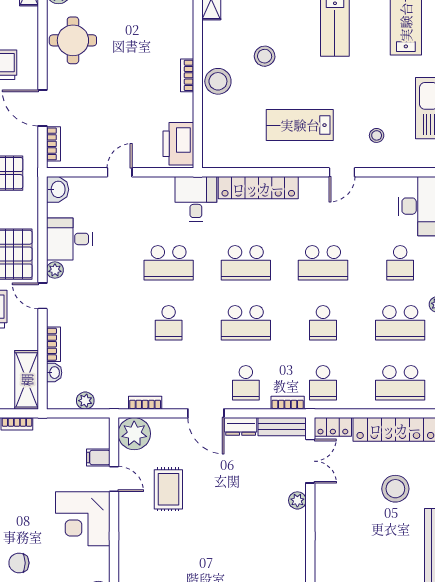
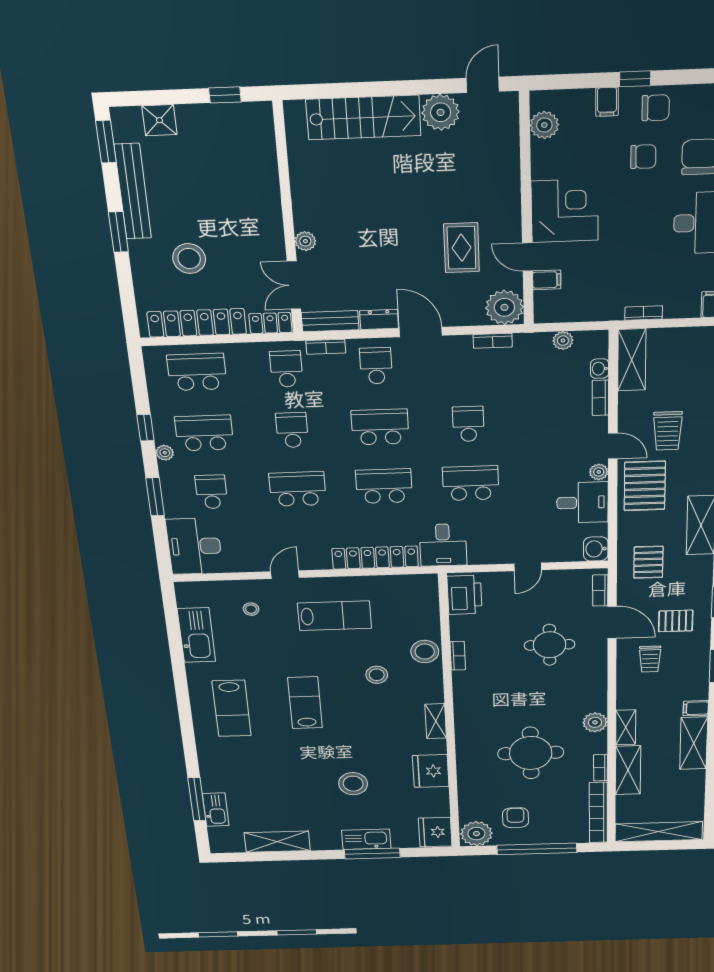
round table: (73, 40) -> (550, 645), moved

